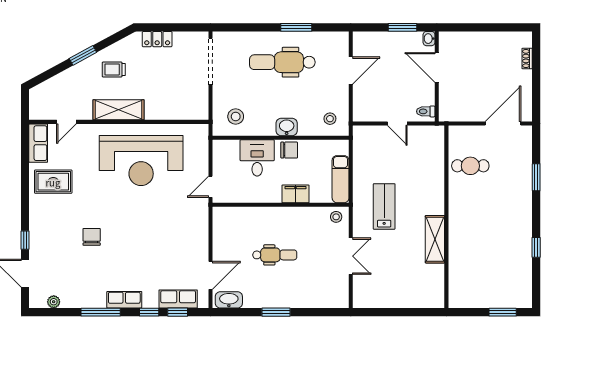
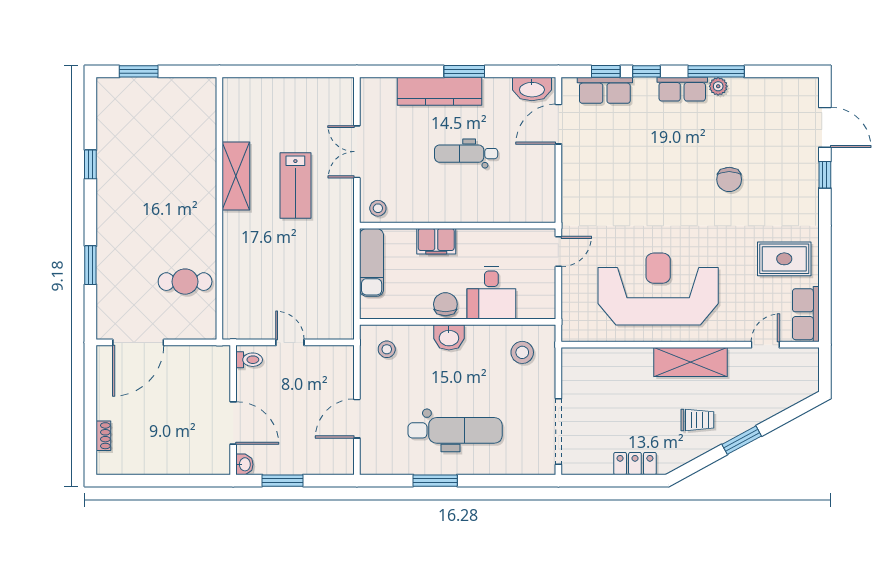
chair: (289, 150) -> (445, 304), turned 90
lab bench: (384, 206) -> (295, 185), moved
kitchen counter: (293, 298) -> (439, 91), added
plant: (54, 302) -> (718, 86), moved

